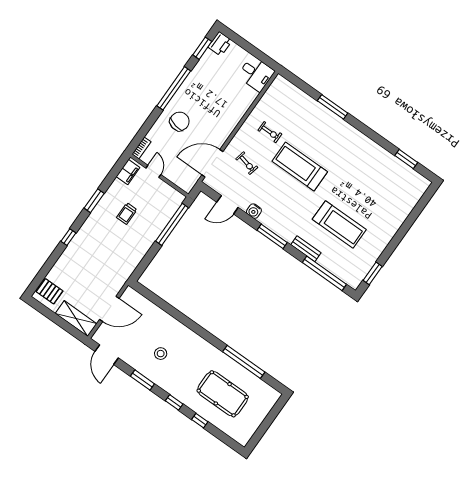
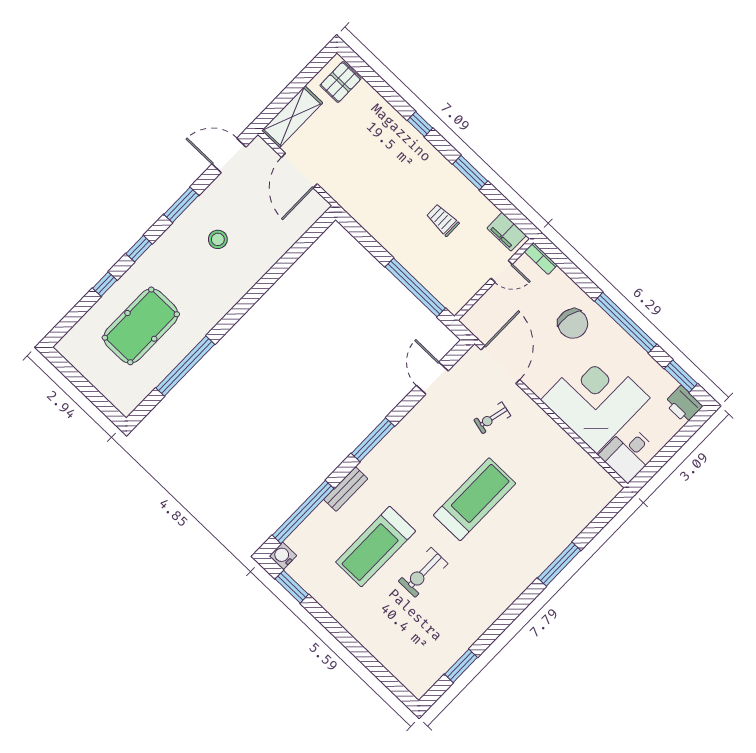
corner desk: (225, 100) -> (595, 399), added
exercise bike: (270, 132) -> (423, 572), moved, width x1.38, depth x1.39
water cooler: (254, 211) -> (283, 556), moved

